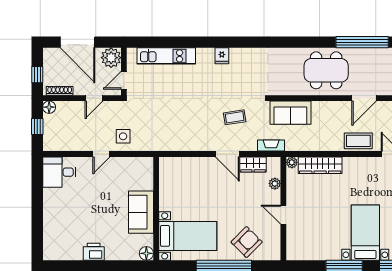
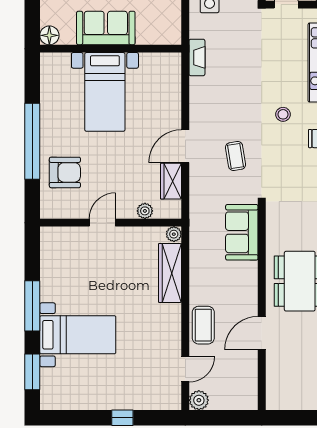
stool: (204, 83) -> (283, 114), added
door: (364, 98) -> (262, 333), hinge flipped
fireplace: (271, 145) -> (197, 57), moved
bed with nightstands: (188, 236) -> (105, 92), moved
armchair: (247, 242) -> (65, 172), turned -45

